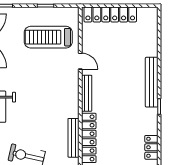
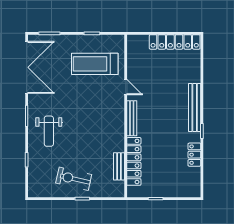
locker: (110, 14) -> (175, 42), moved
bench: (73, 138) -> (119, 166), width x0.73
locker: (151, 147) -> (194, 155), moved

